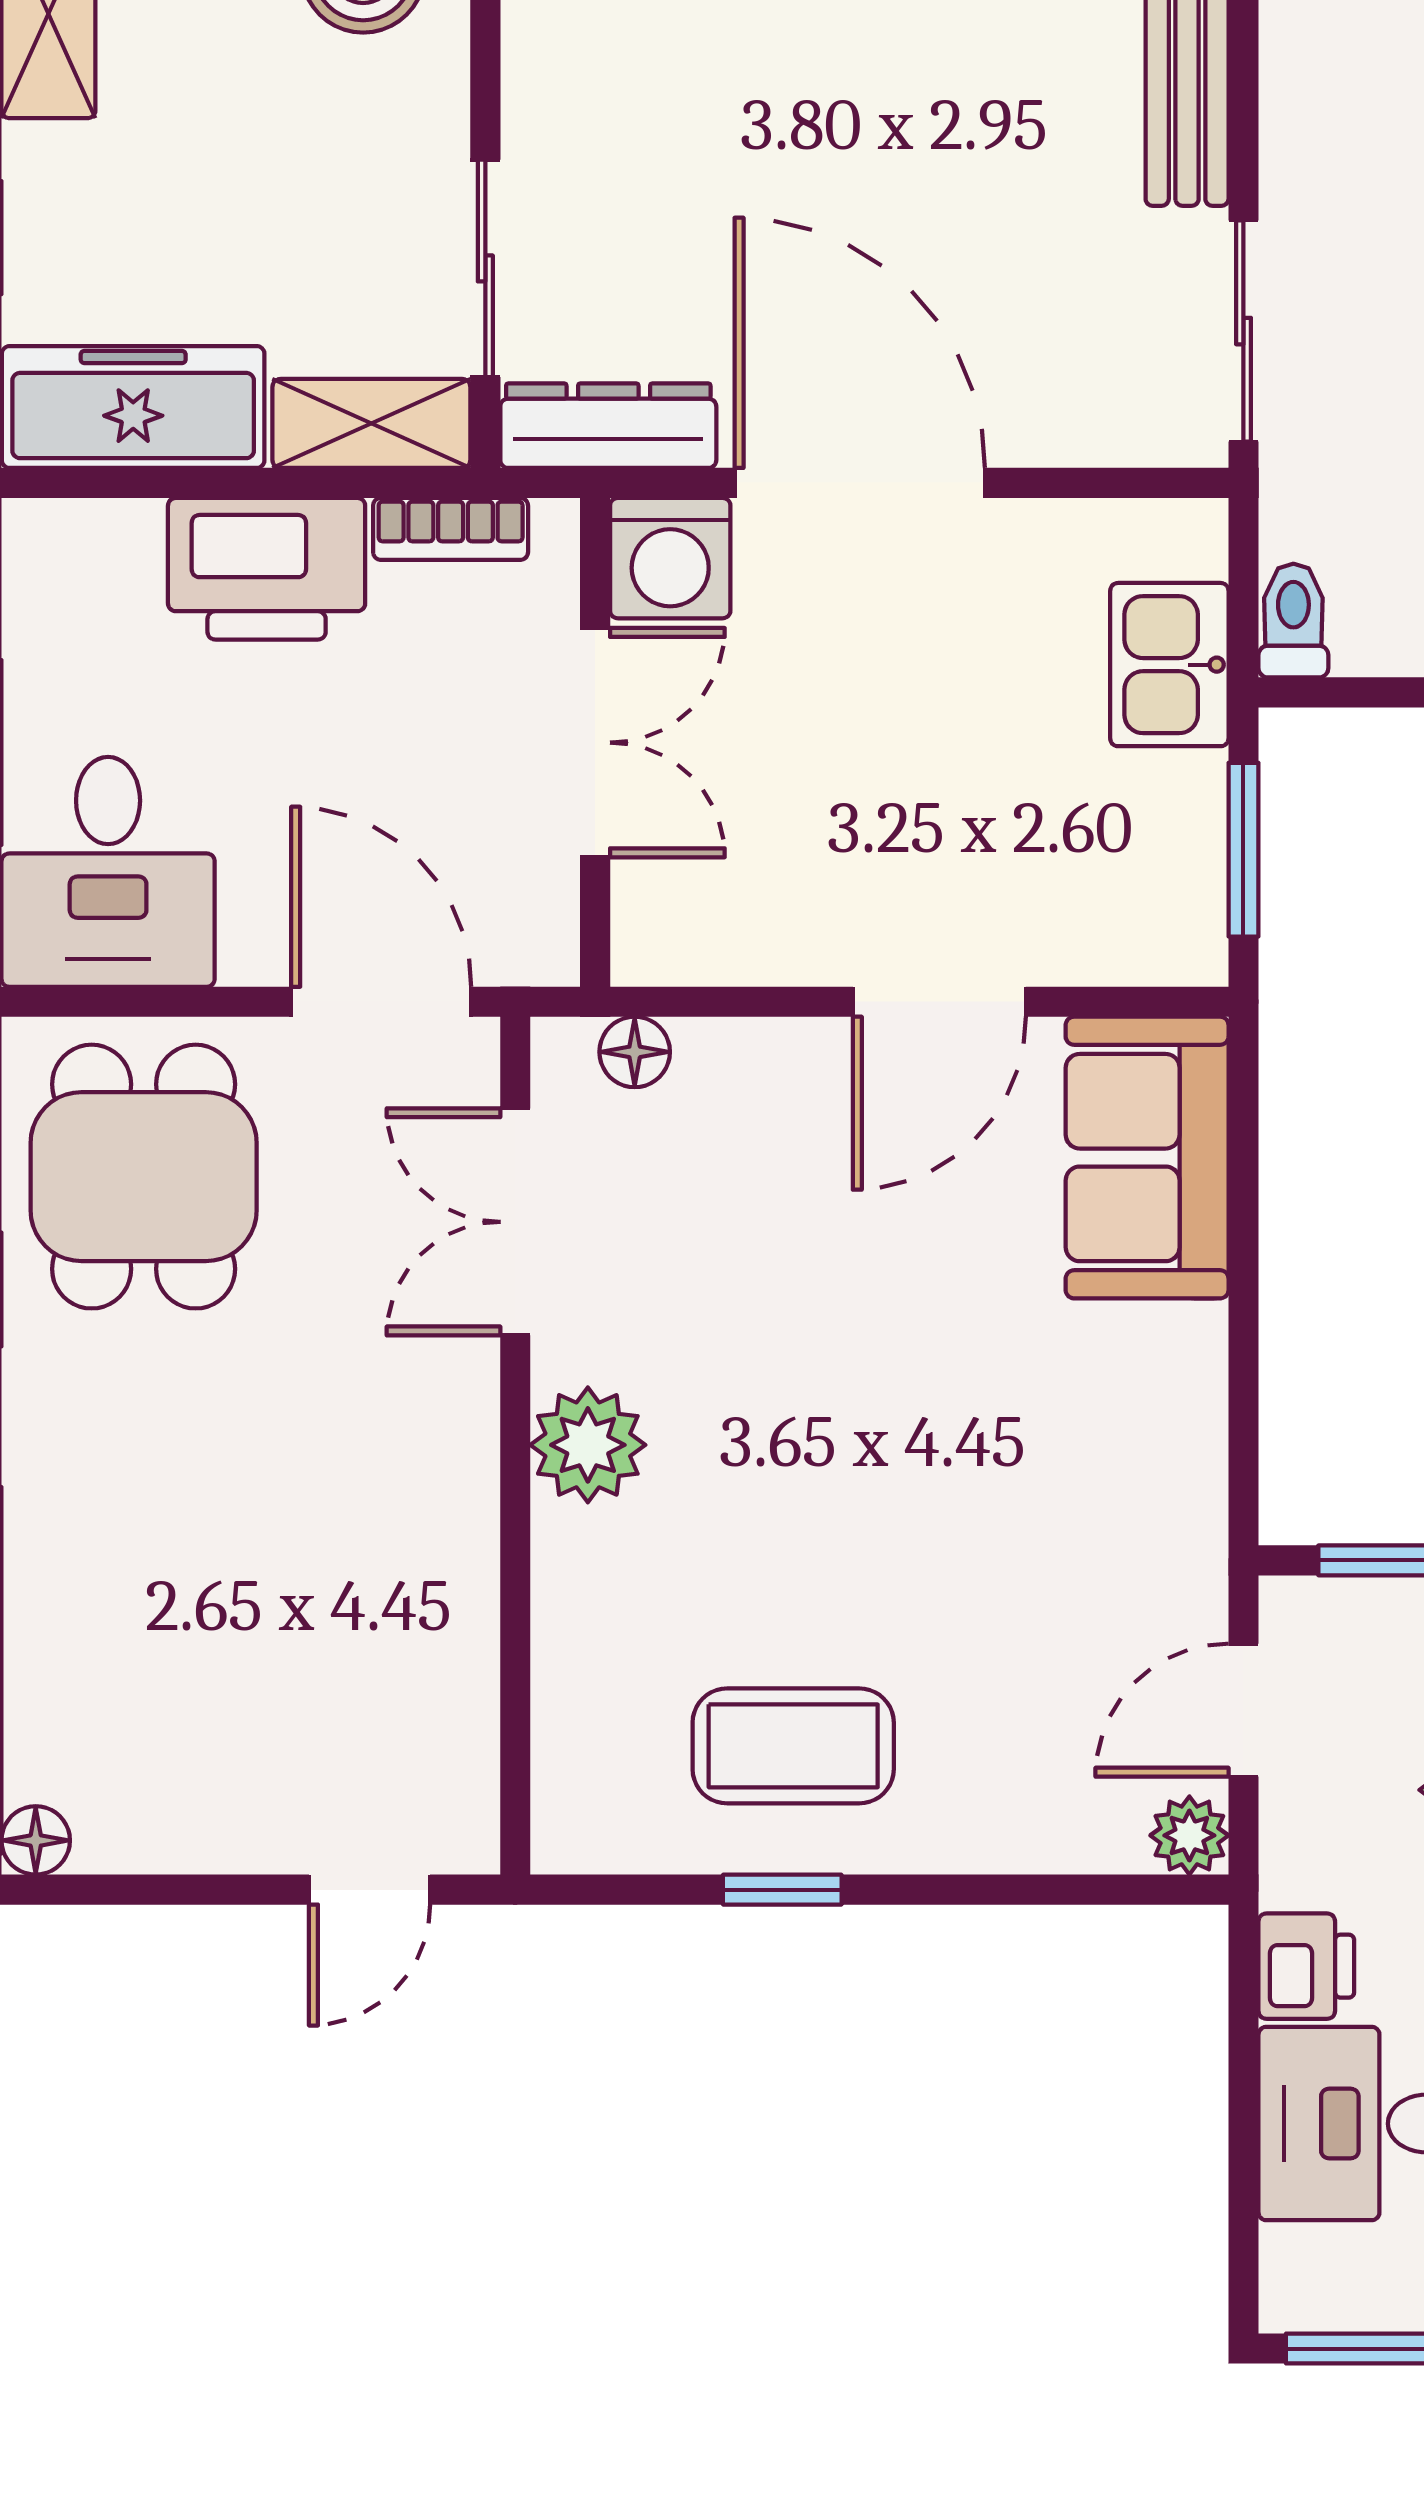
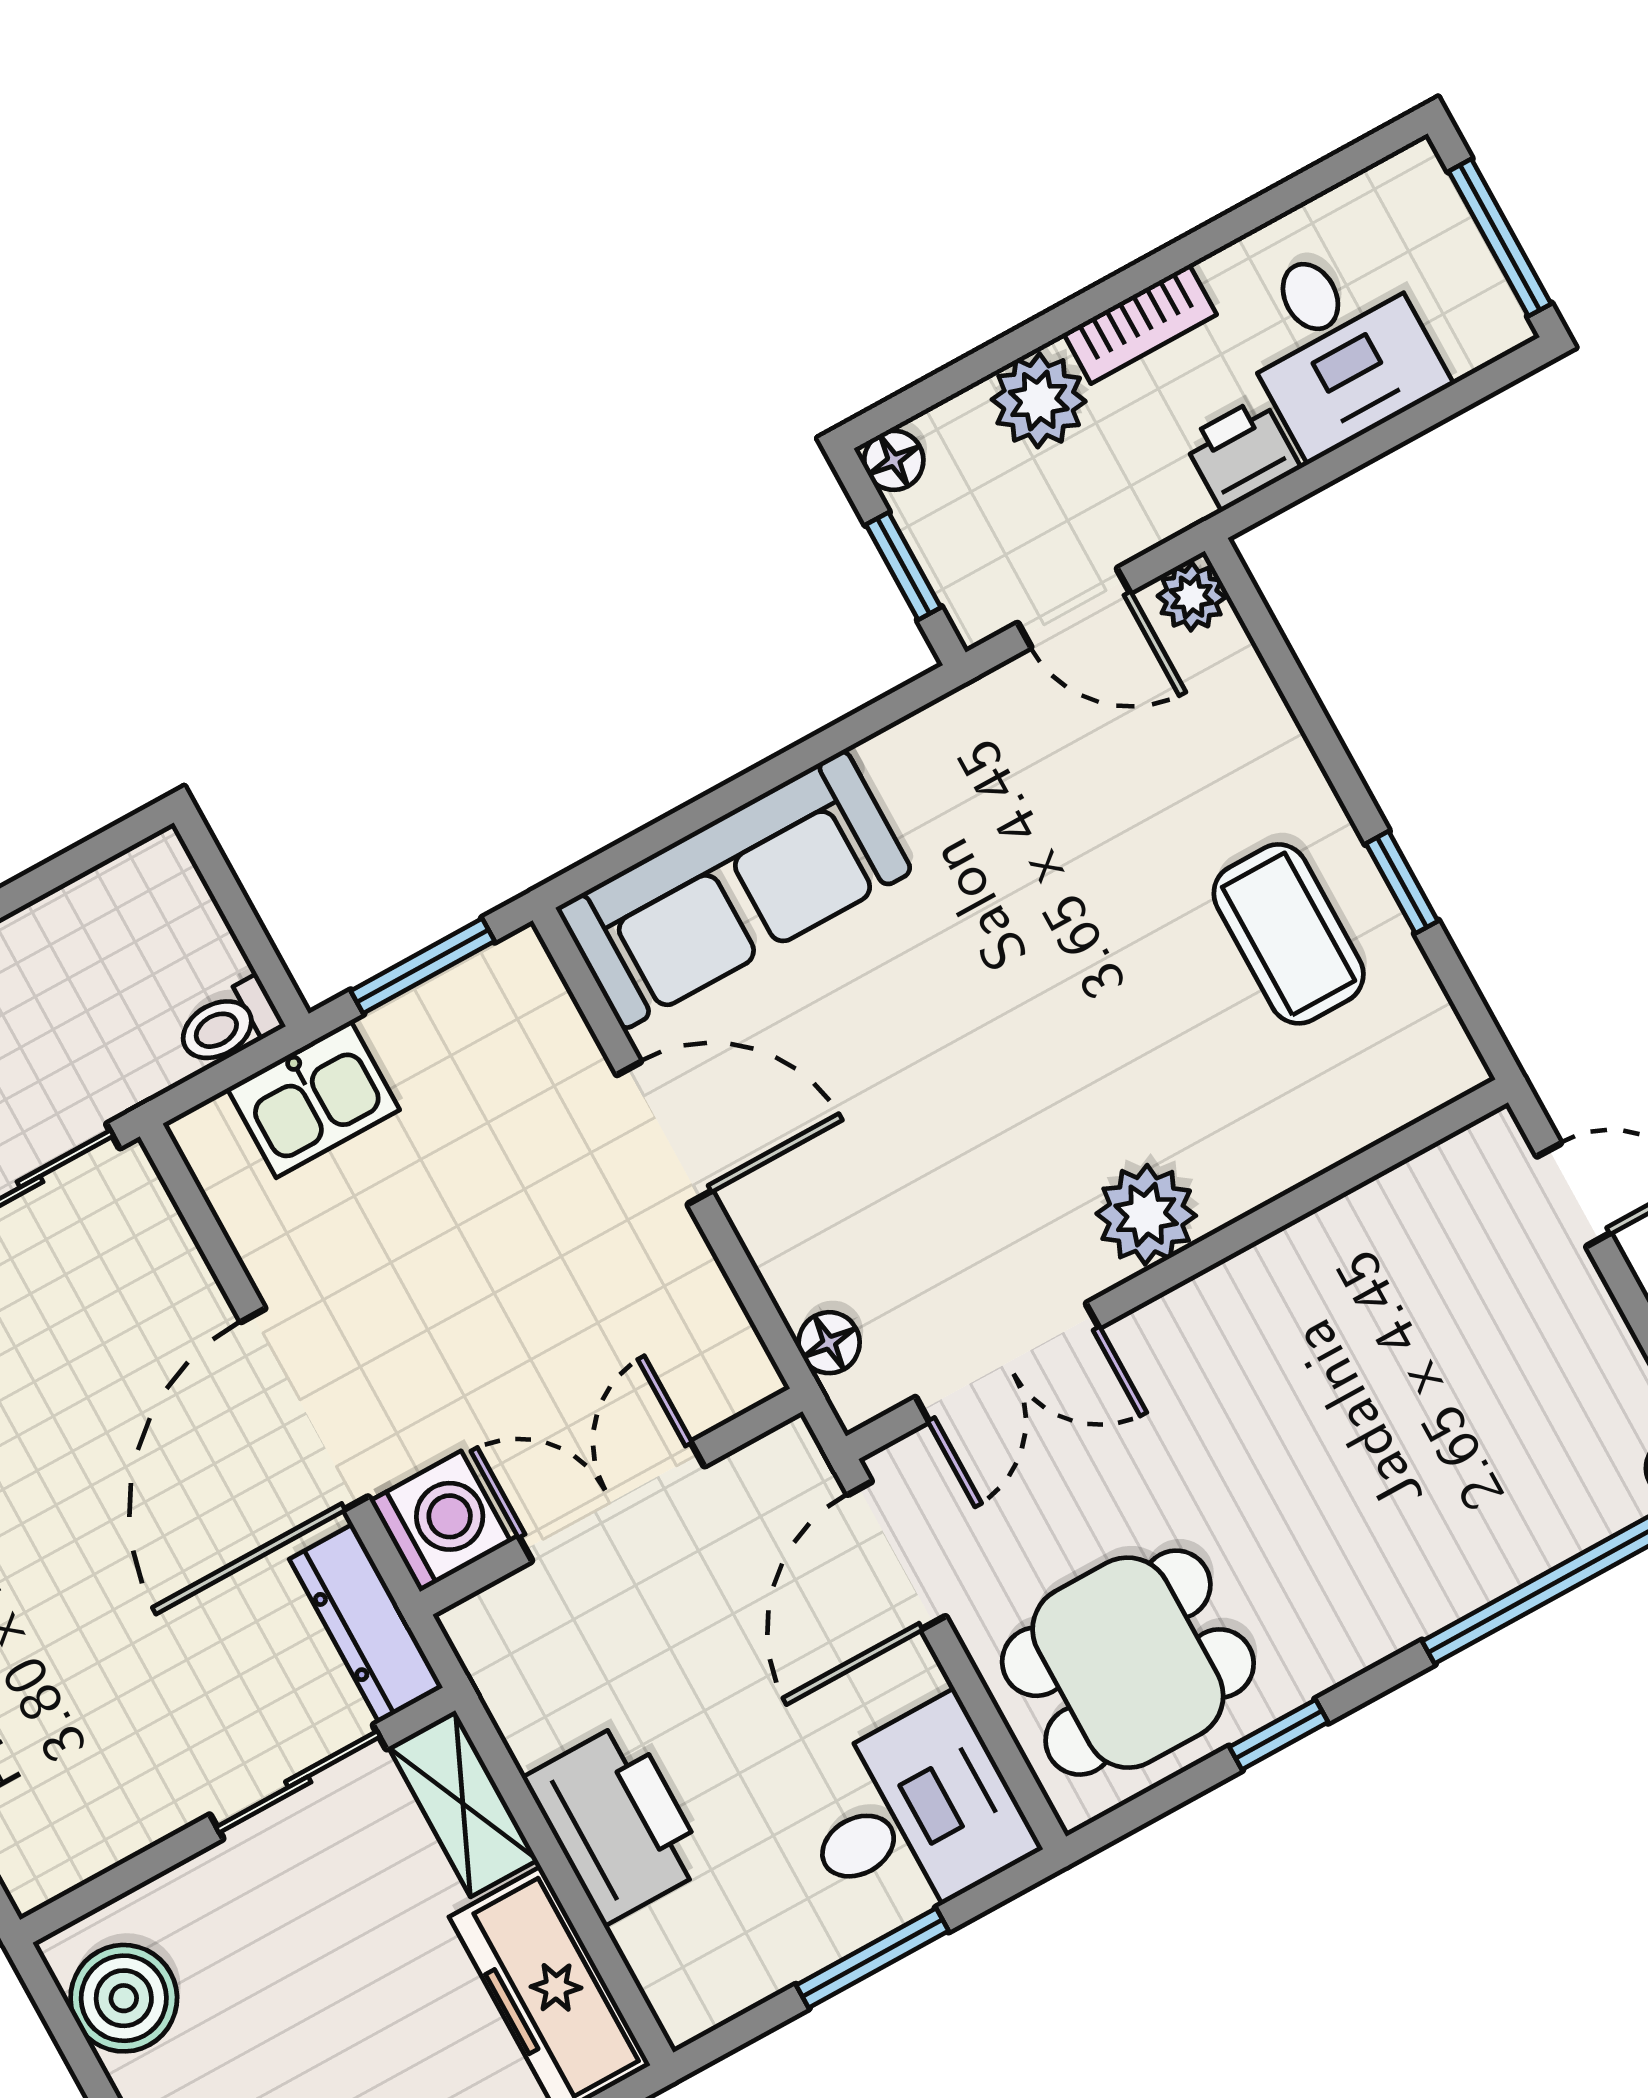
bookcase: (451, 529) -> (510, 1700), removed
sofa: (1147, 1158) -> (734, 890), width x1.36

